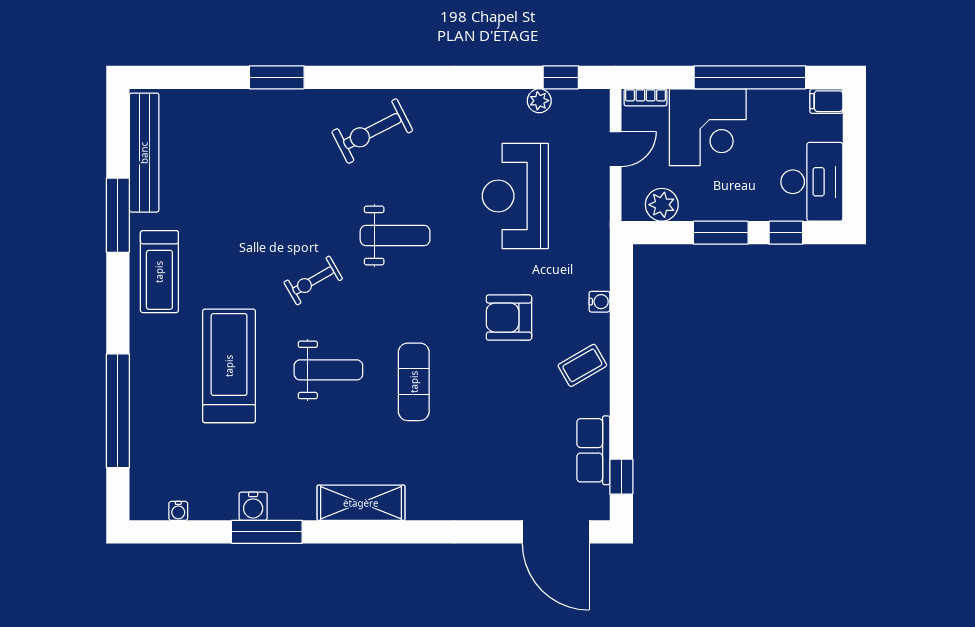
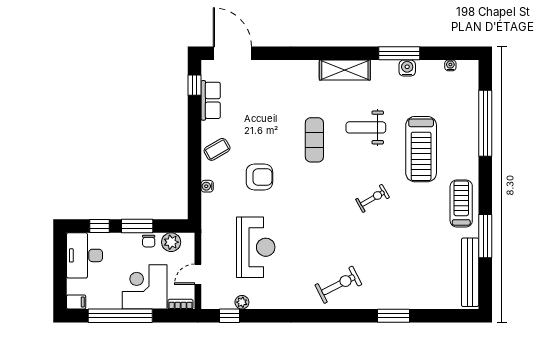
chair: (701, 207) -> (149, 241), added
weight bench: (395, 235) -> (325, 224), removed
weight bench: (328, 370) -> (366, 127), moved

